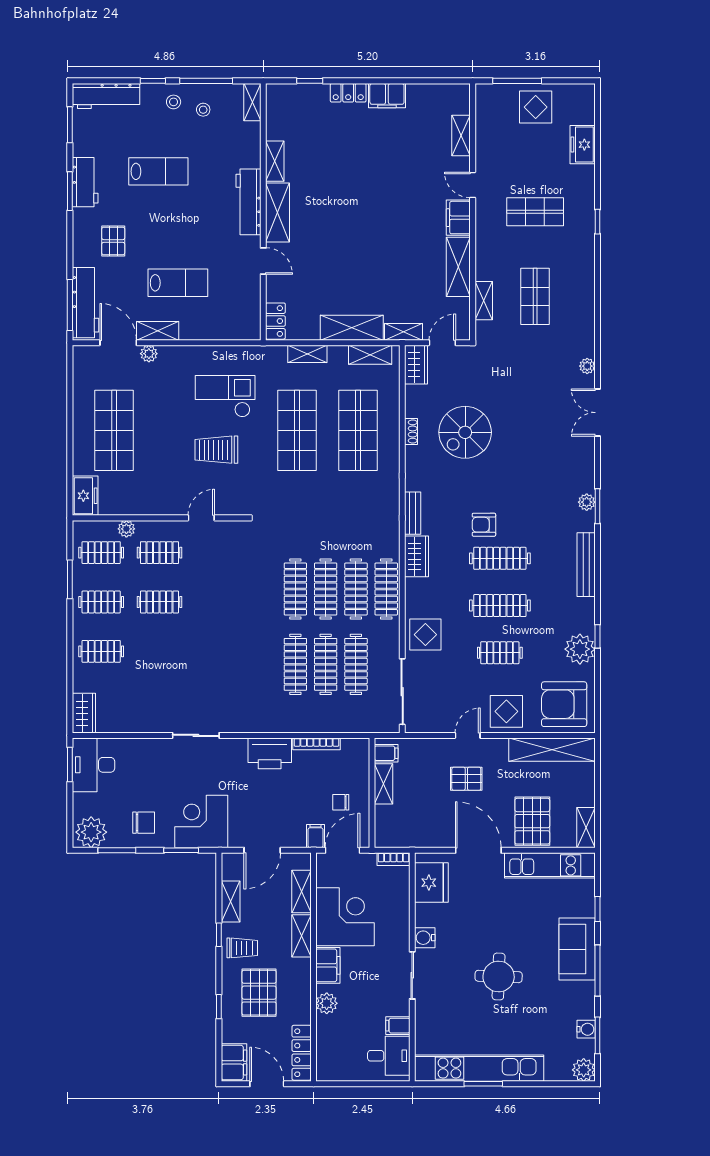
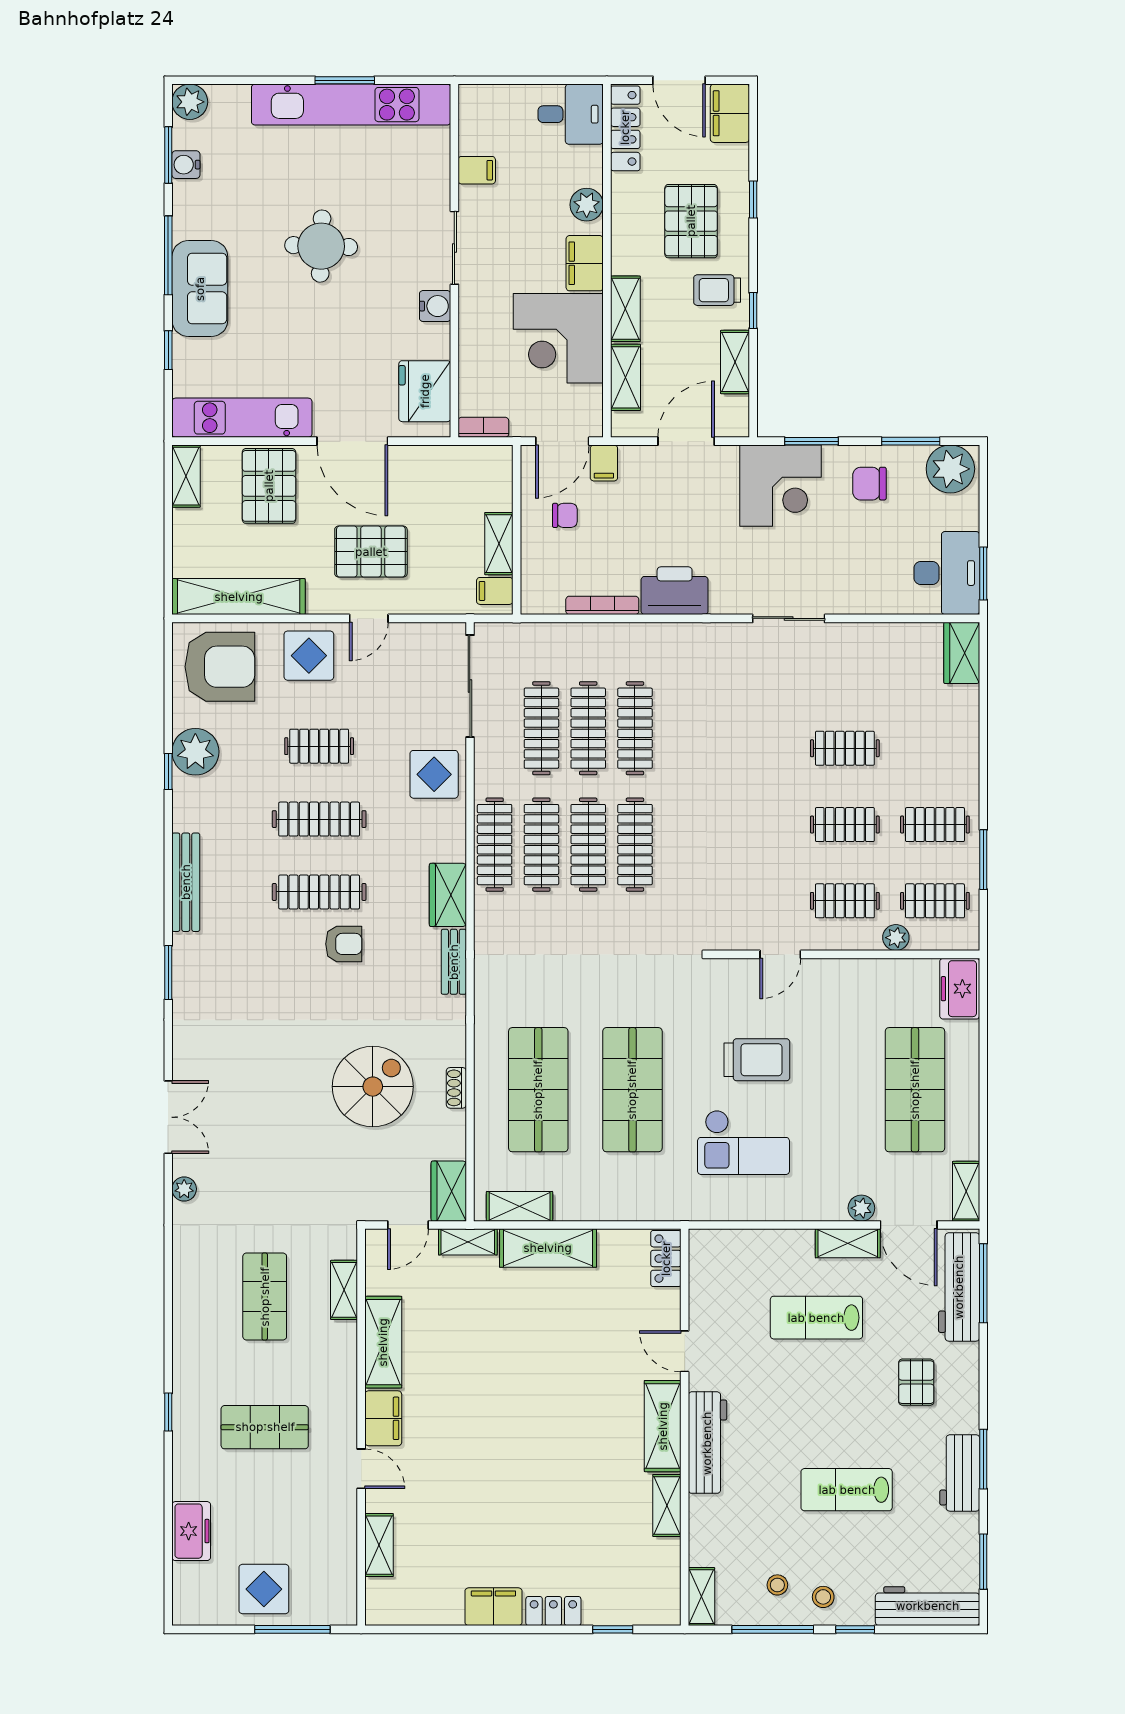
shelving: (307, 354) -> (966, 1191), moved, turned 90
plant: (587, 502) -> (185, 979), removed
clothes rail: (101, 651) -> (845, 748), moved
pallet: (466, 779) -> (371, 552), width x1.50, depth x1.42
desk: (389, 1056) -> (571, 114), moved, turned 180

